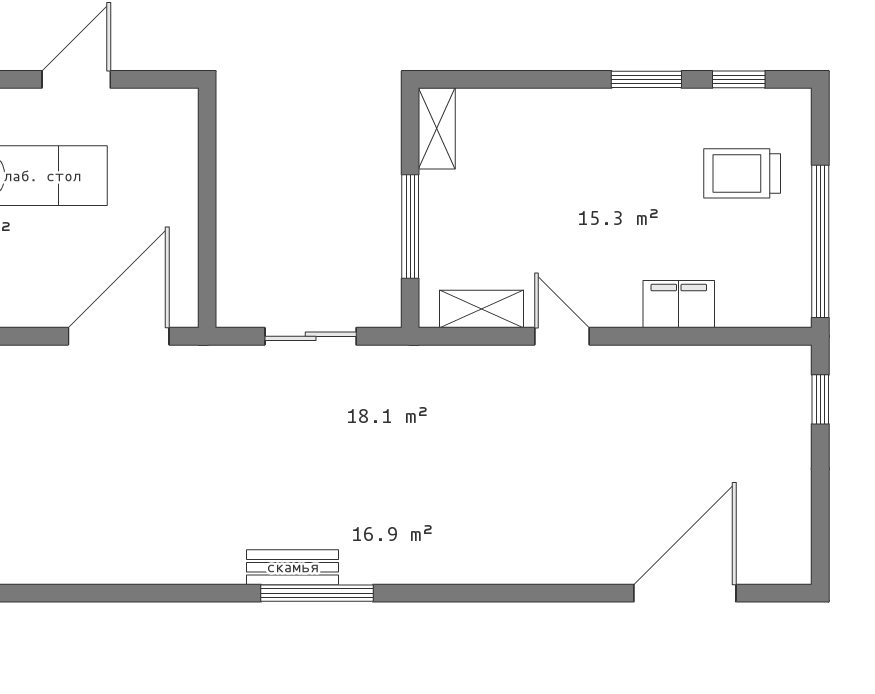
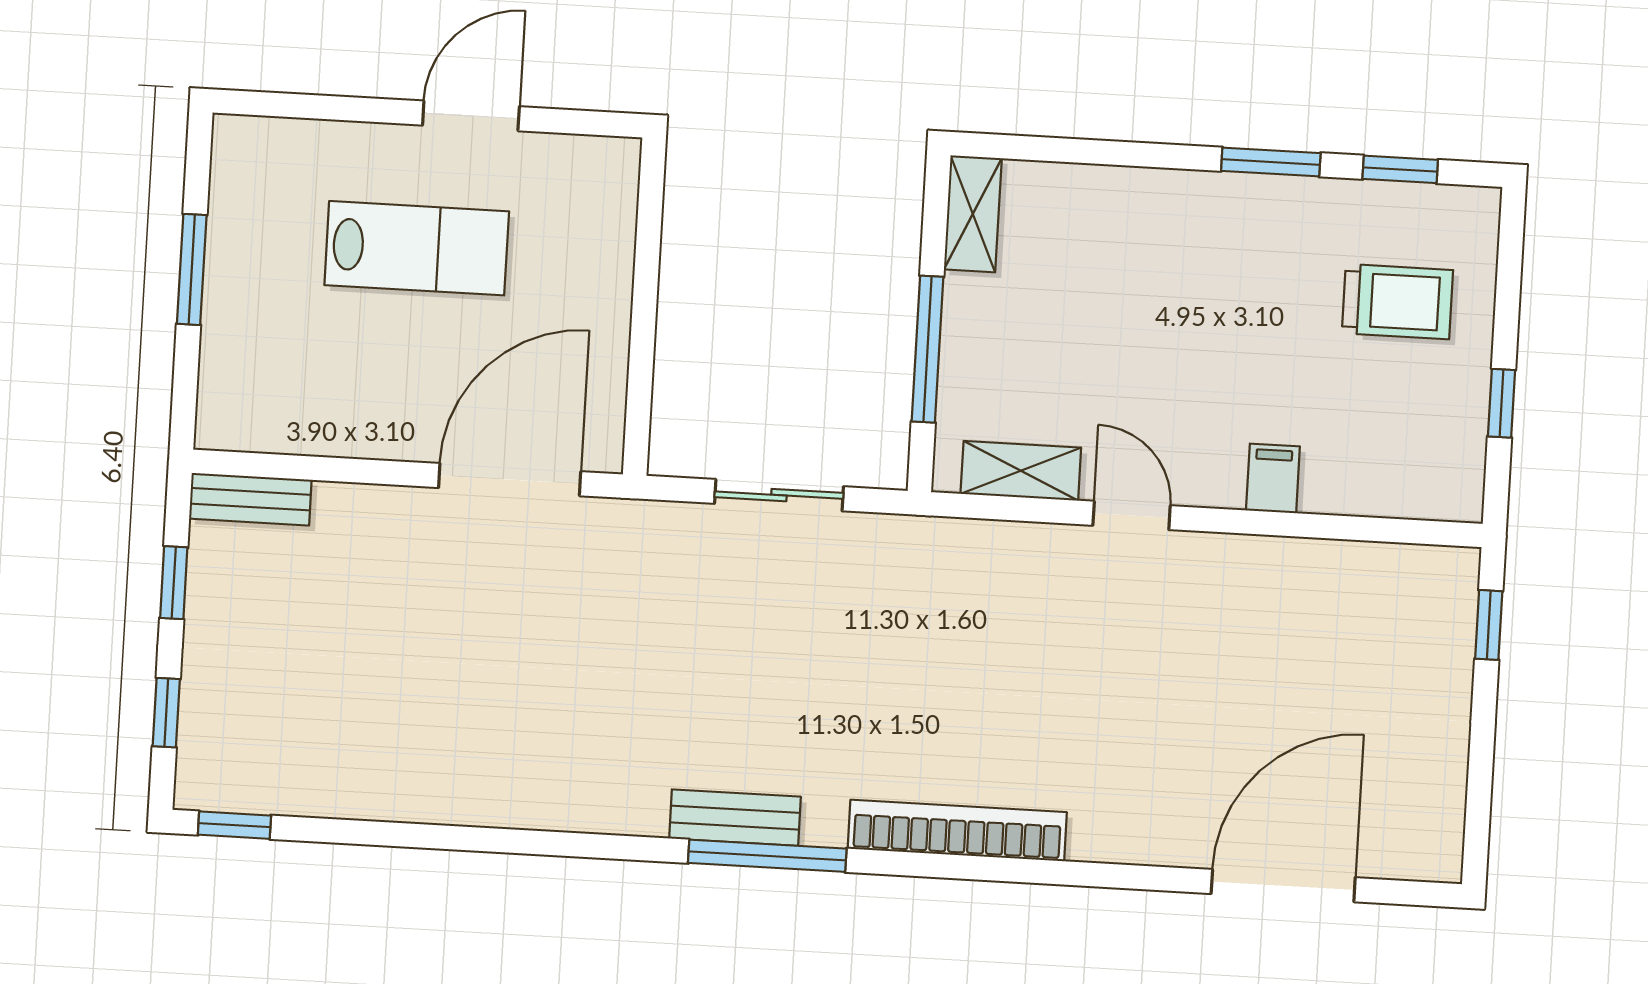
trolley: (742, 173) -> (1397, 302), turned 180
window: (820, 241) -> (1502, 403), width x0.32
filing cabinet: (679, 304) -> (1273, 478), width x0.50
bookcase: (451, 567) -> (957, 830), added

